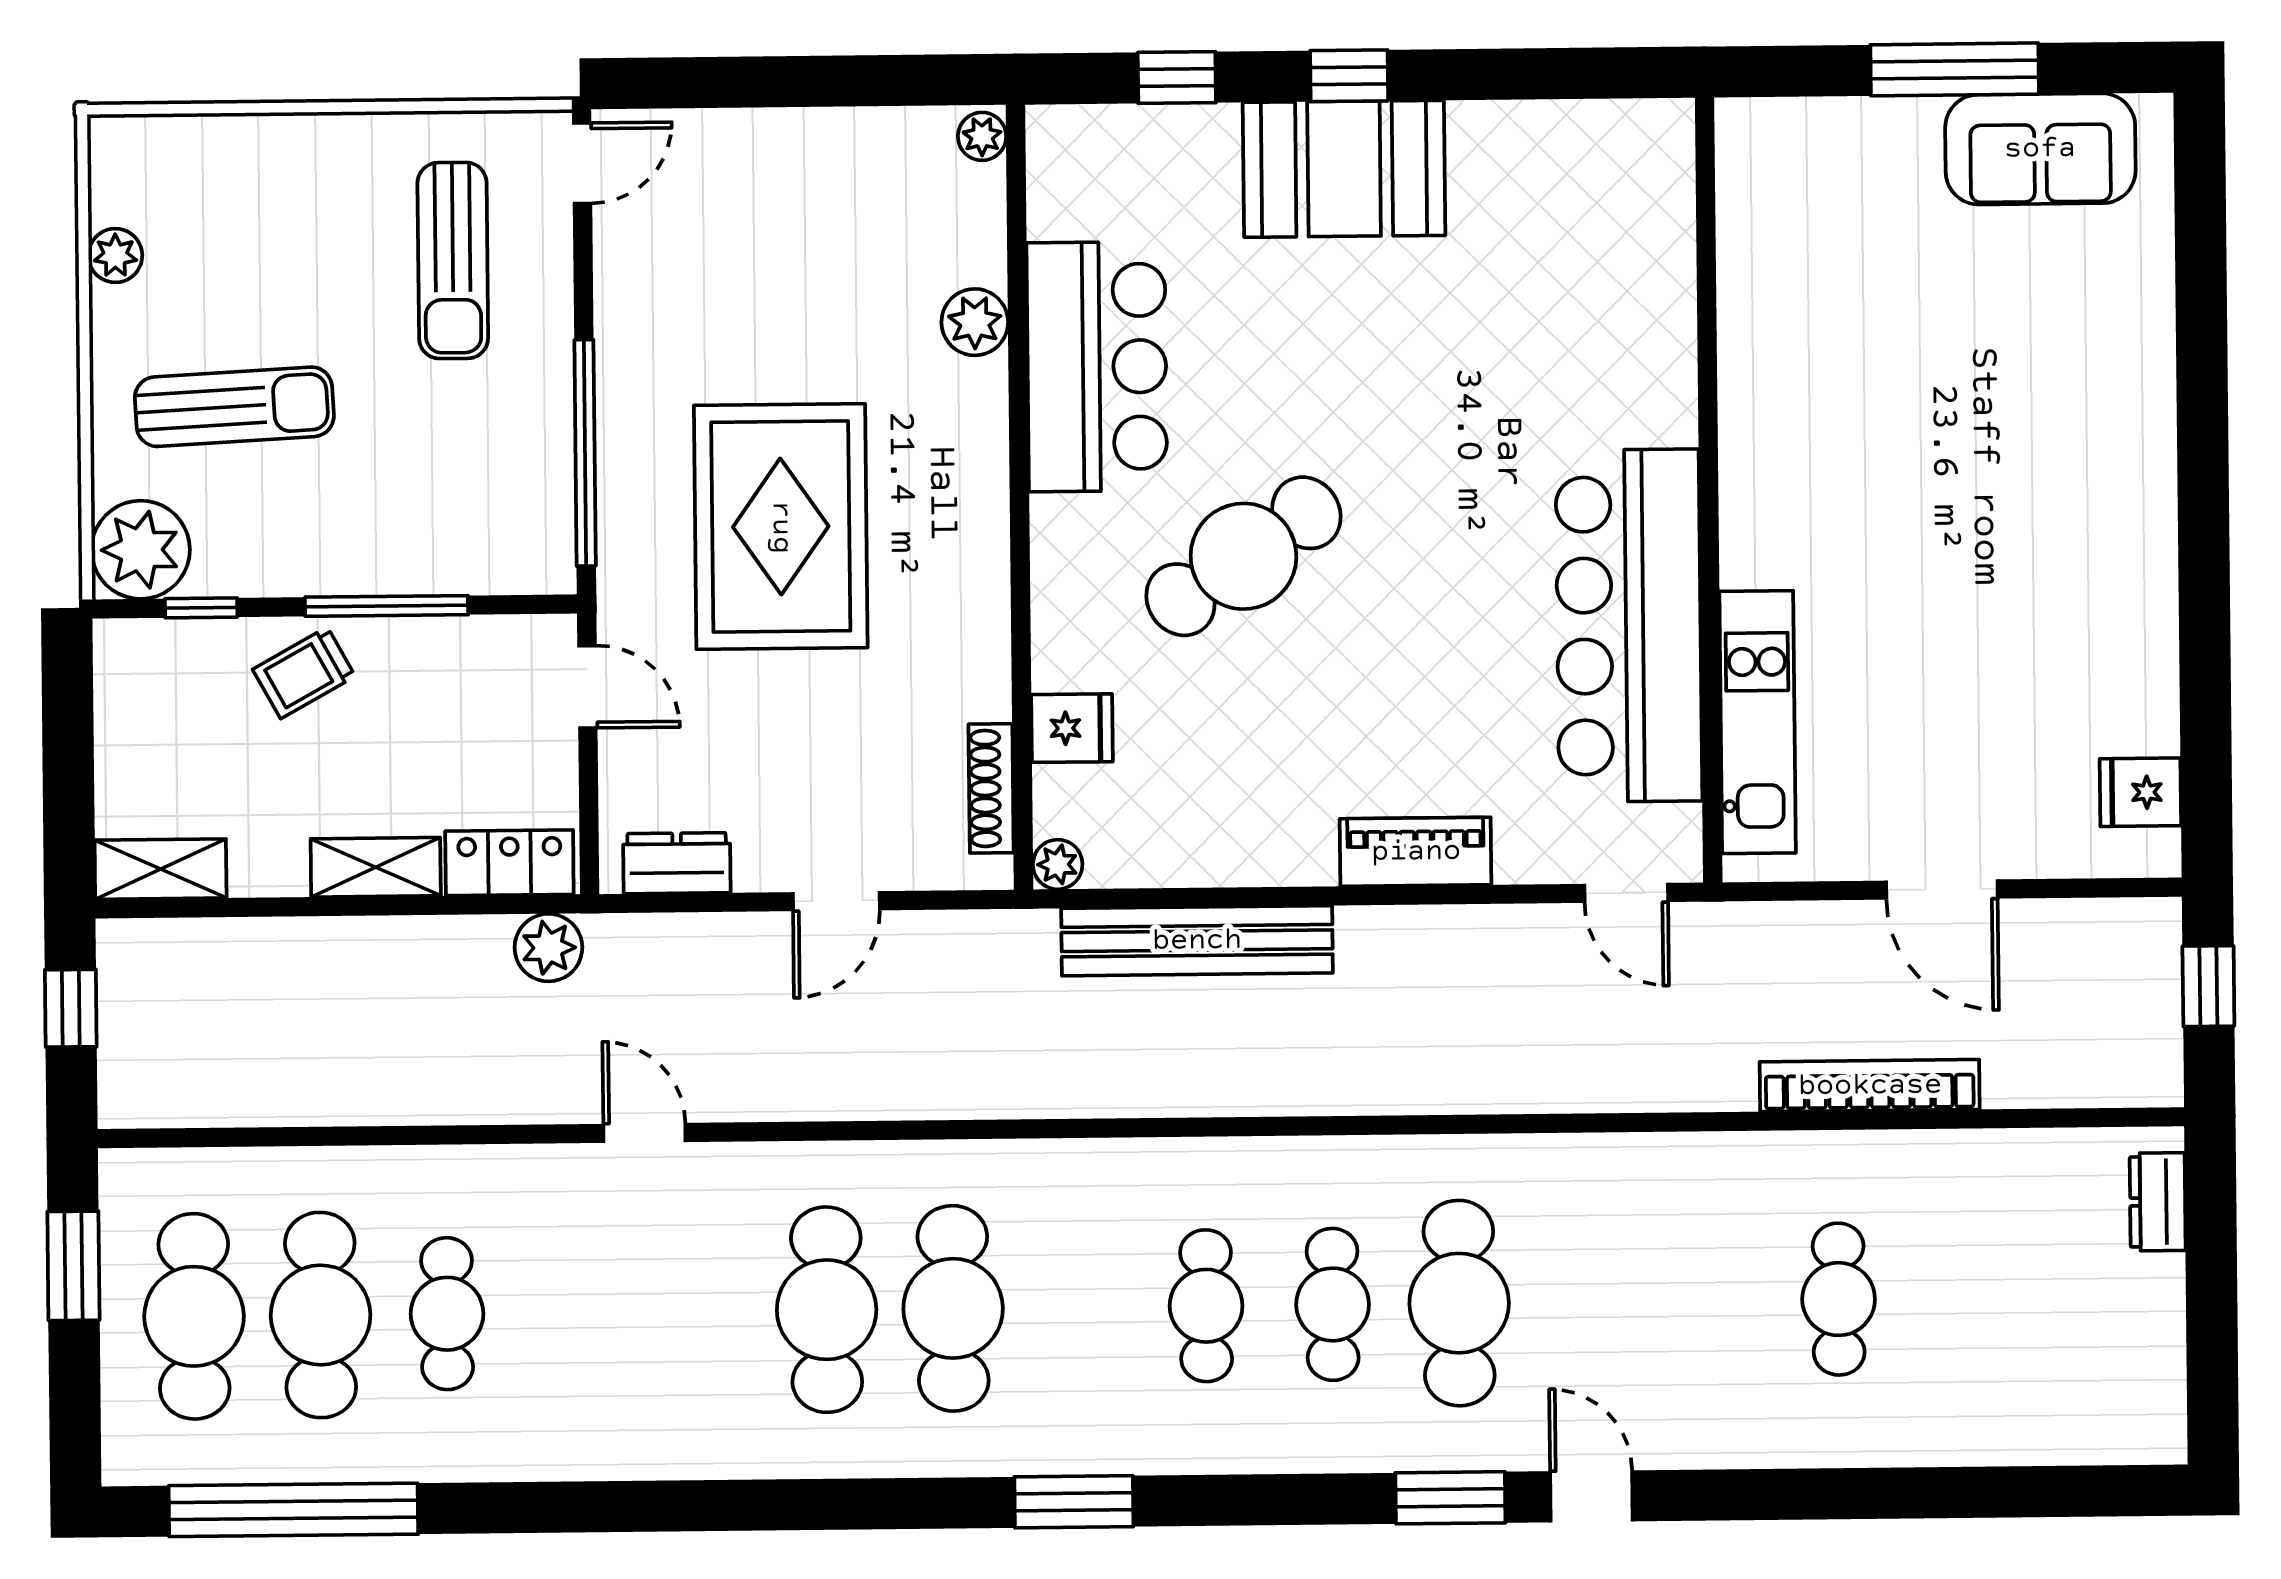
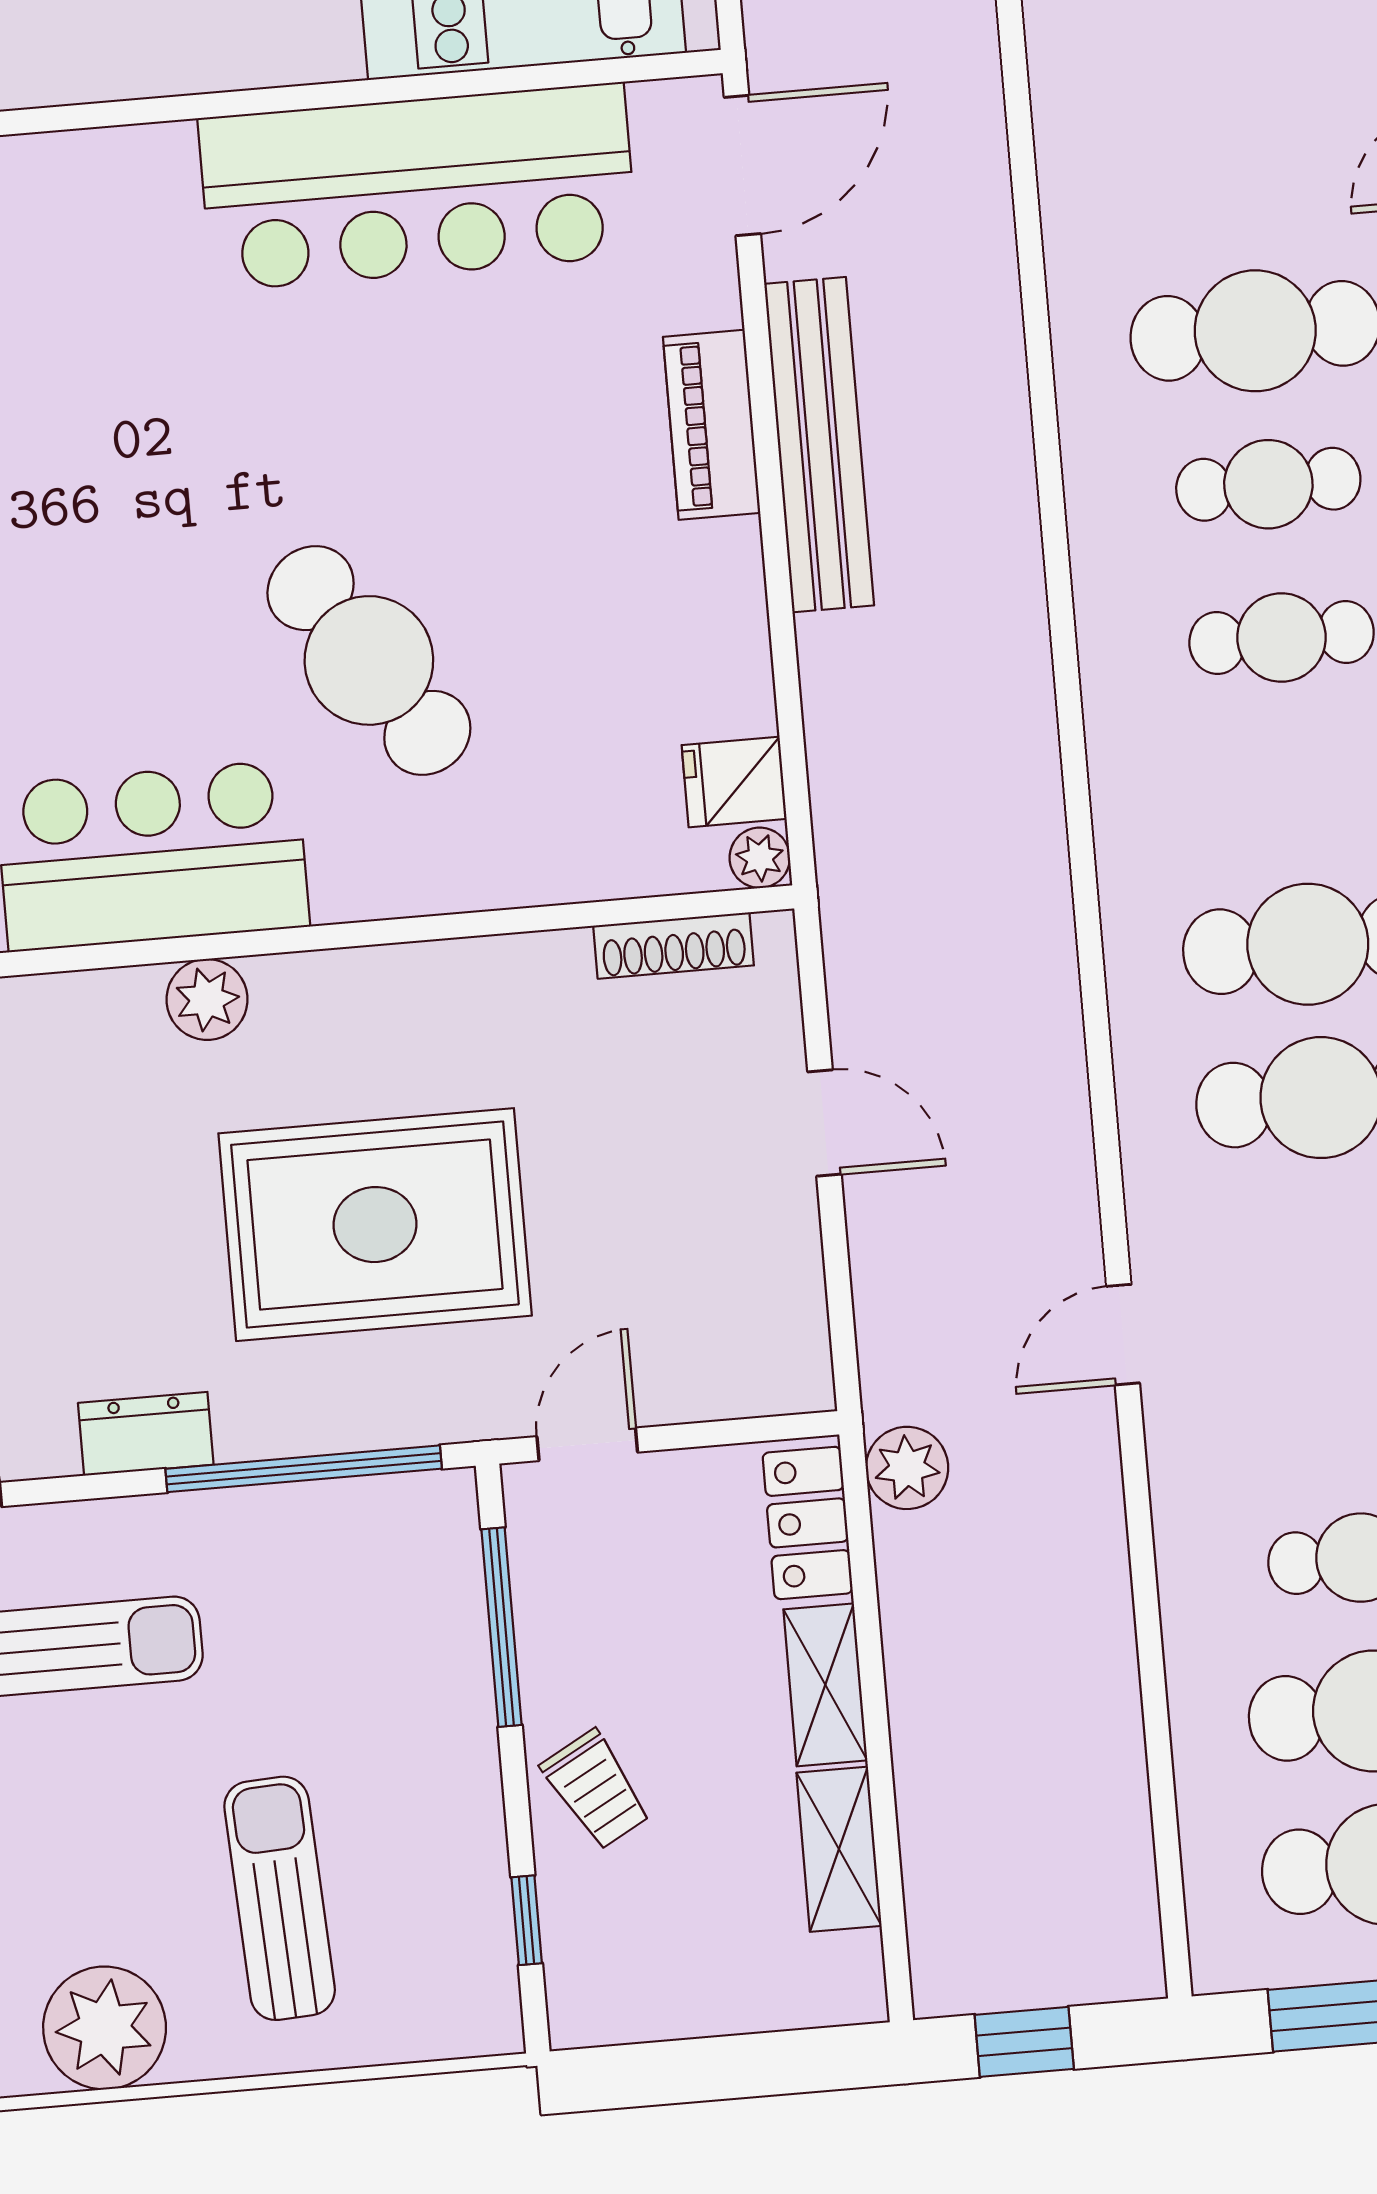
plant: (115, 256) -> (105, 2028), width x1.87, depth x1.87
plant: (975, 322) -> (207, 999), moved
plant: (141, 550) -> (462, 1999), removed
window: (387, 606) -> (501, 1627), moved
fridge: (1072, 728) -> (734, 782), moved, turned -90
dresser: (677, 863) -> (146, 1434), moved, turned 90
shelving: (161, 869) -> (839, 1849), moved
door: (1626, 893) -> (742, 165), width x1.38
bench: (1197, 941) -> (819, 445), moved

